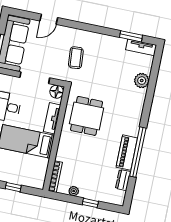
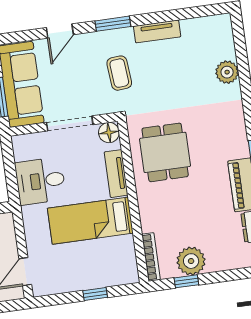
window: (131, 36) -> (113, 24), moved
tv unit: (141, 47) -> (157, 31), moved
plant: (74, 191) -> (191, 261), width x1.88, depth x1.88
window: (90, 203) -> (186, 281), moved

